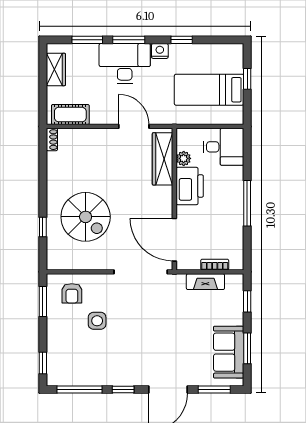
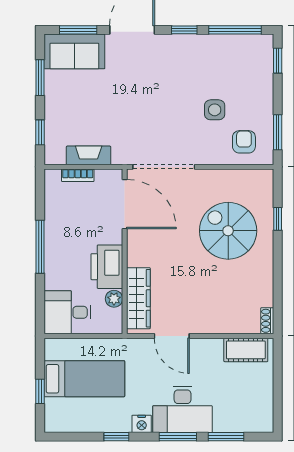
wardrobe: (56, 69) -> (263, 402), removed
sofa: (229, 352) -> (74, 51), moved, turned 90

